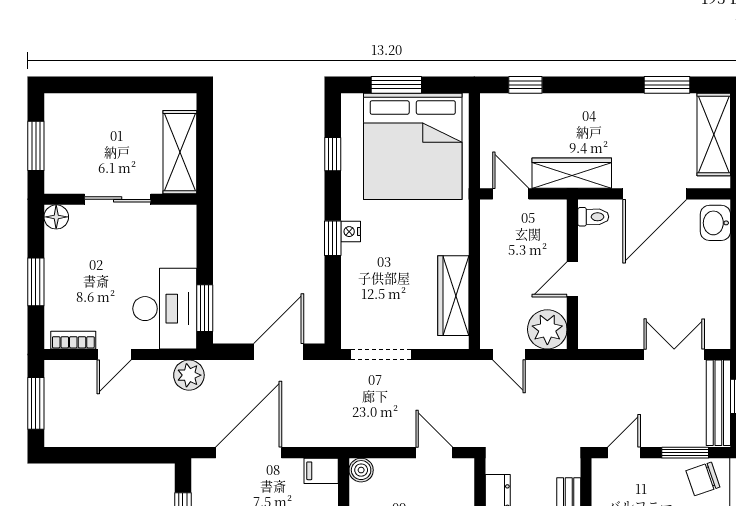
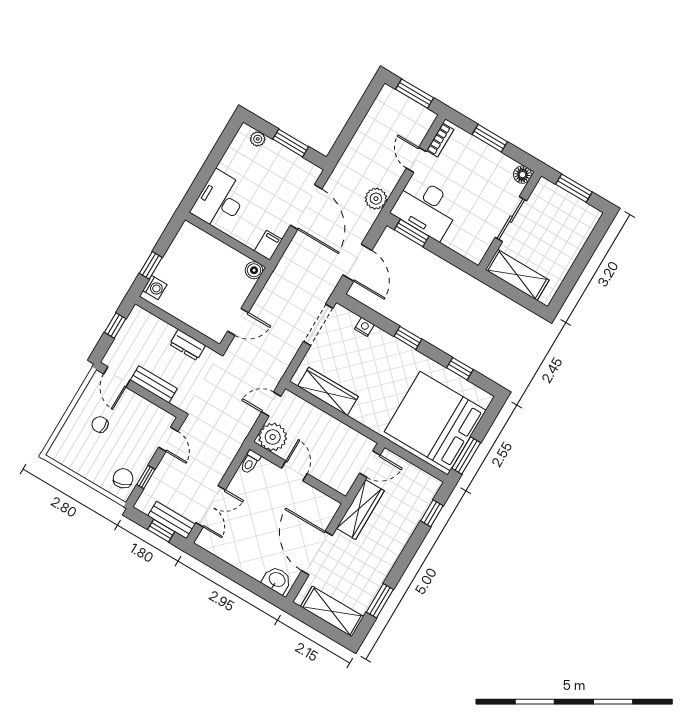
window: (396, 85) -> (466, 455), moved
toilet: (593, 217) -> (250, 462), moved
nightstand: (351, 232) -> (364, 327), moved
bench: (718, 403) -> (172, 520), width x0.73
window: (685, 453) -> (146, 477), width x0.67

